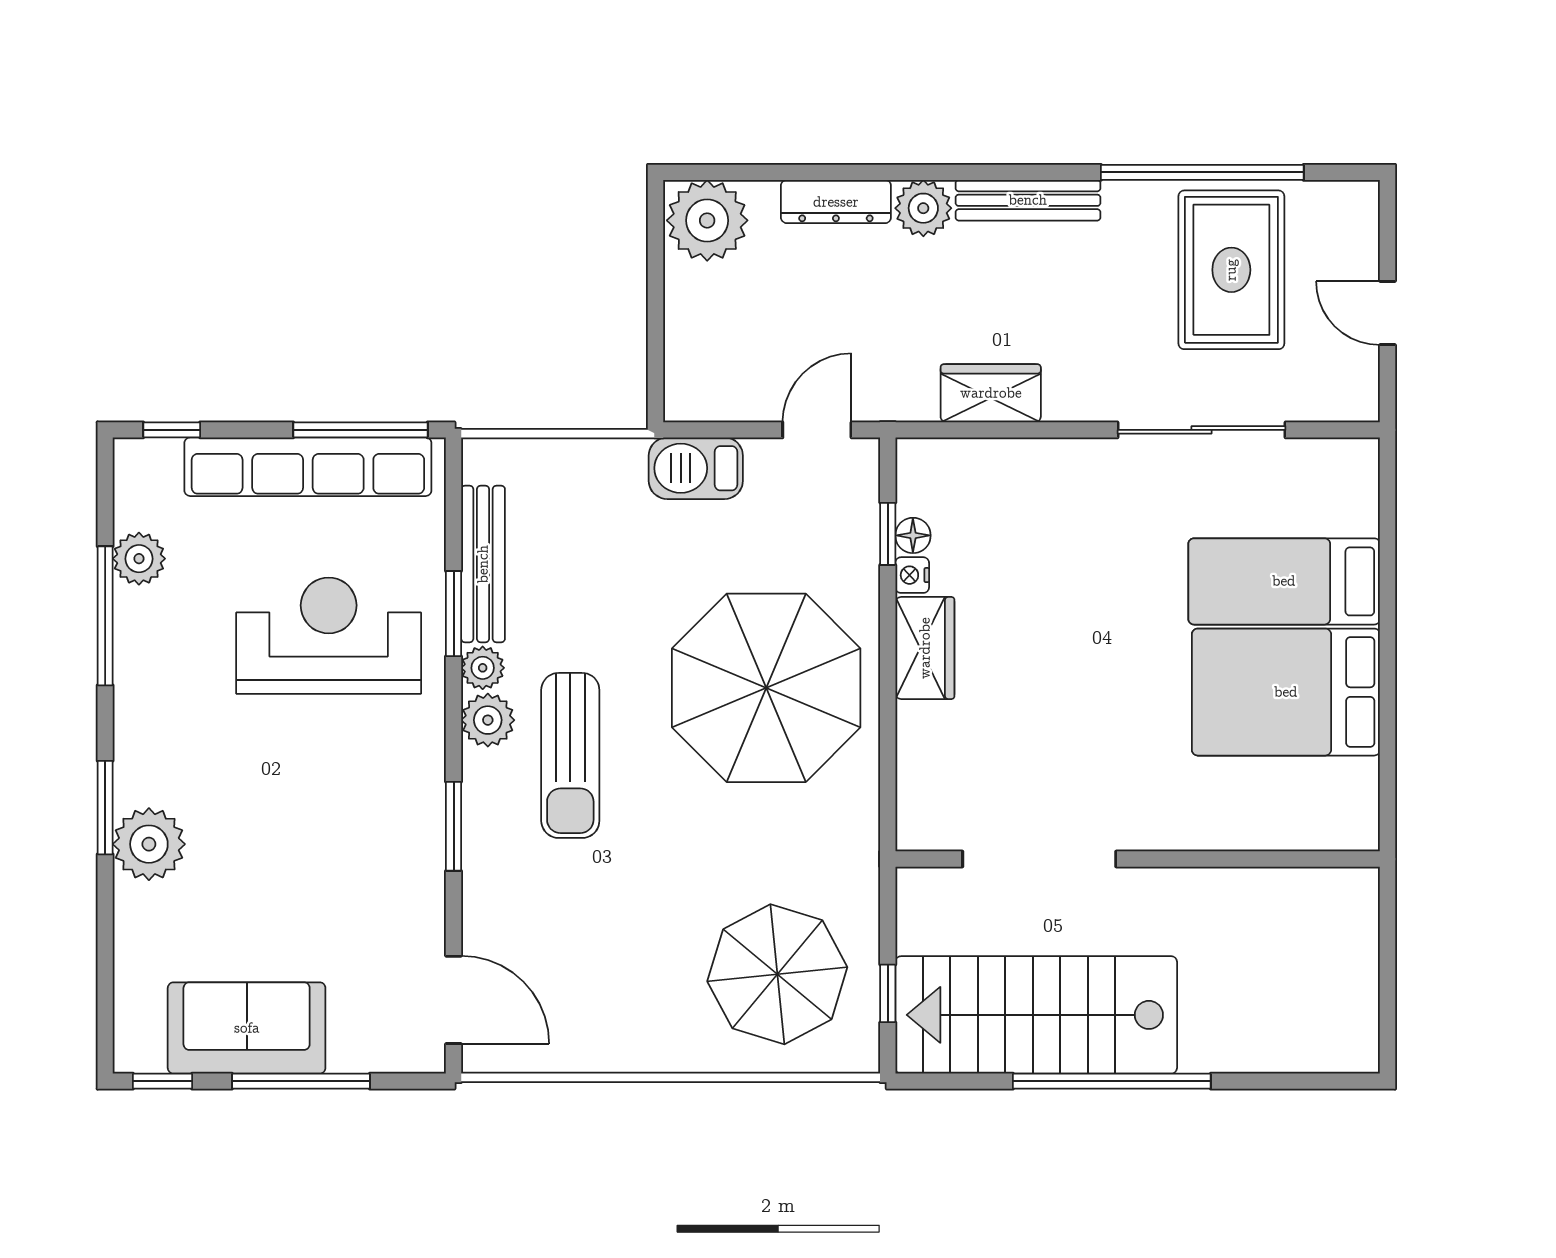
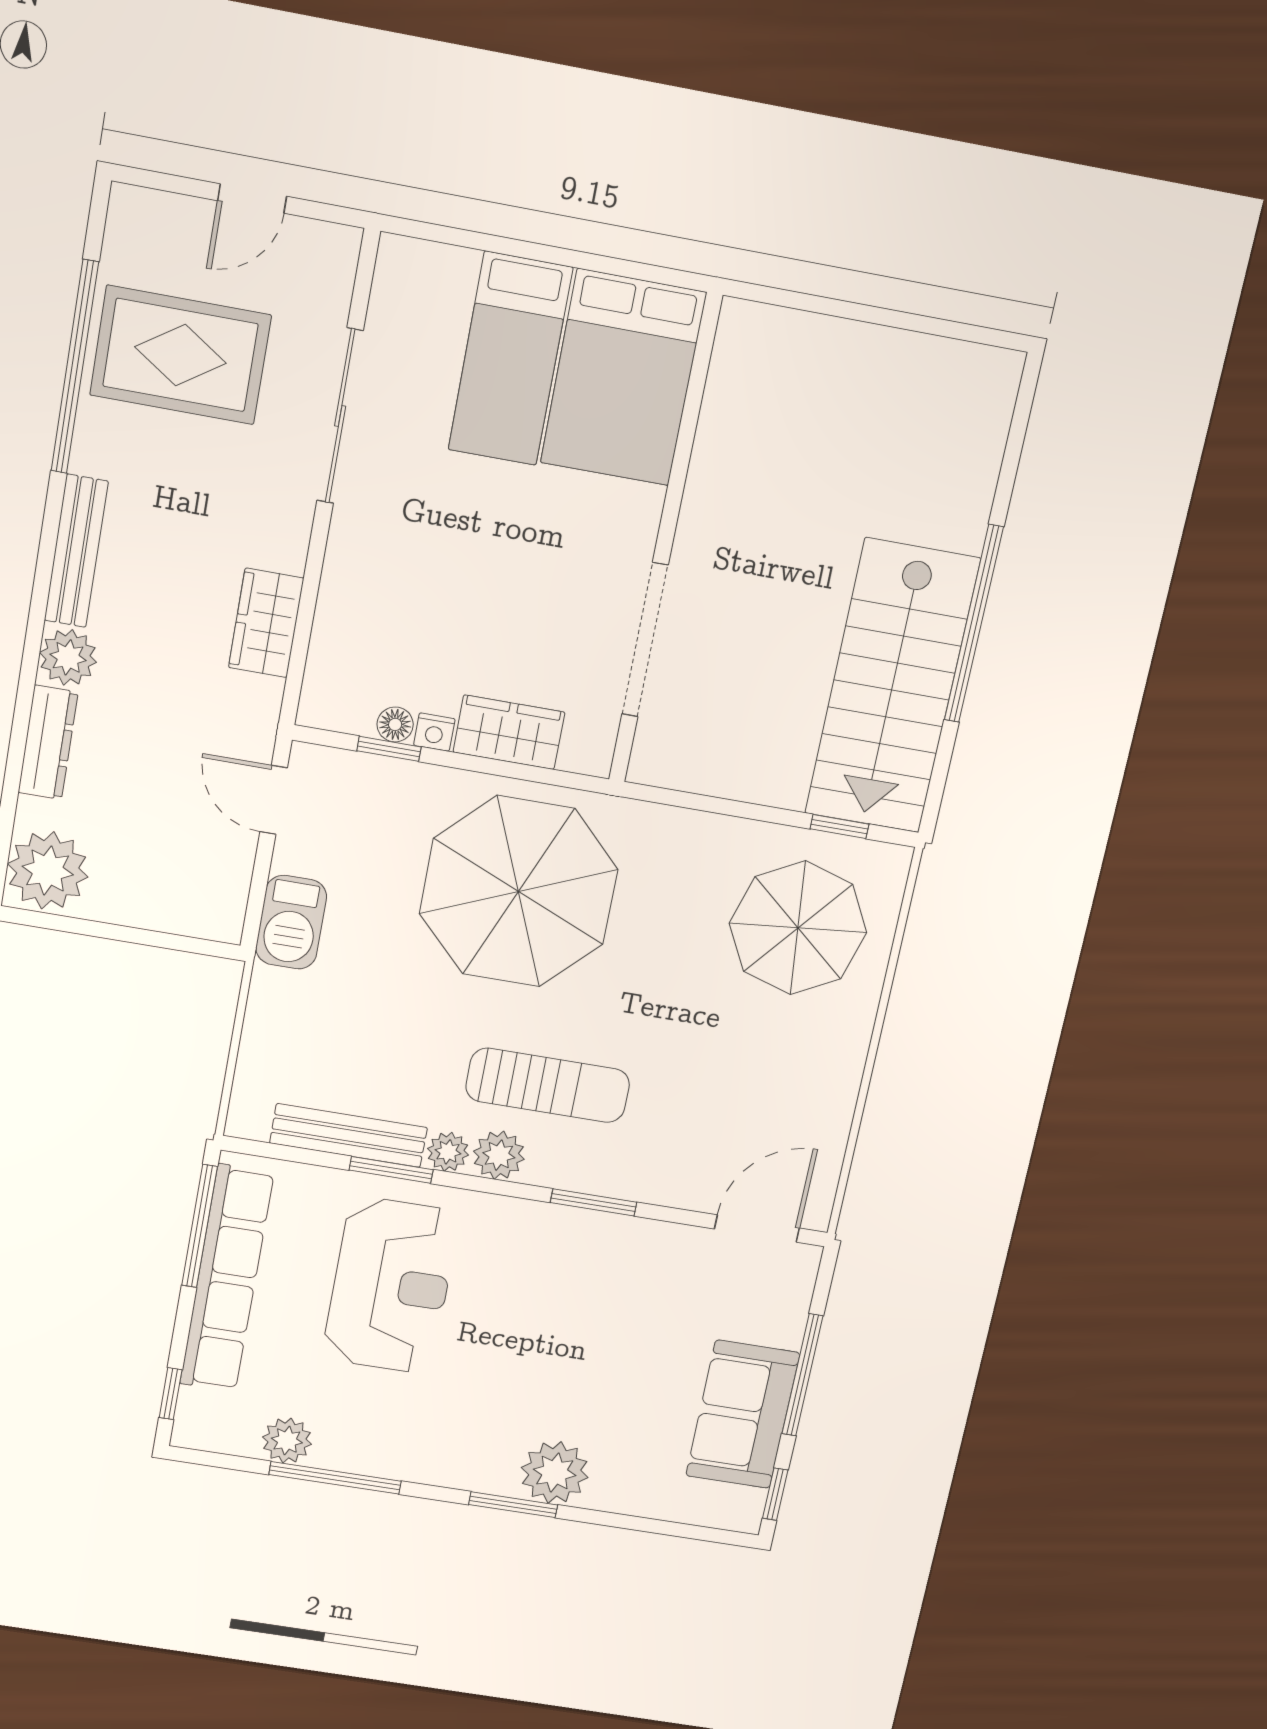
reception desk: (329, 636) -> (391, 1285), turned 180
doorway: (1039, 859) -> (645, 640), moved
wall: (1138, 859) -> (665, 542), moved

